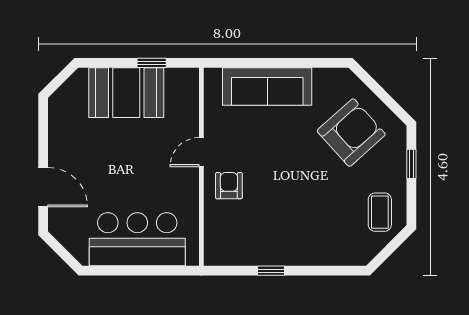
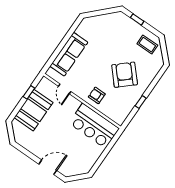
armchair: (351, 133) -> (125, 75), moved
door: (201, 152) -> (65, 89), moved
bar counter: (137, 239) -> (94, 126), moved, turned -90

